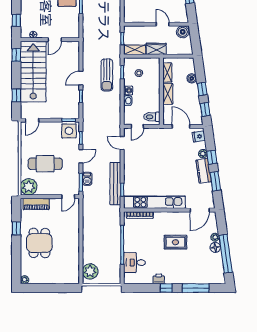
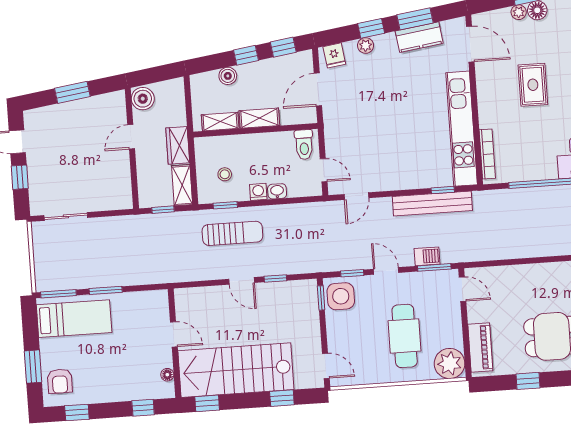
kitchen counter: (204, 171) -> (419, 37), moved

